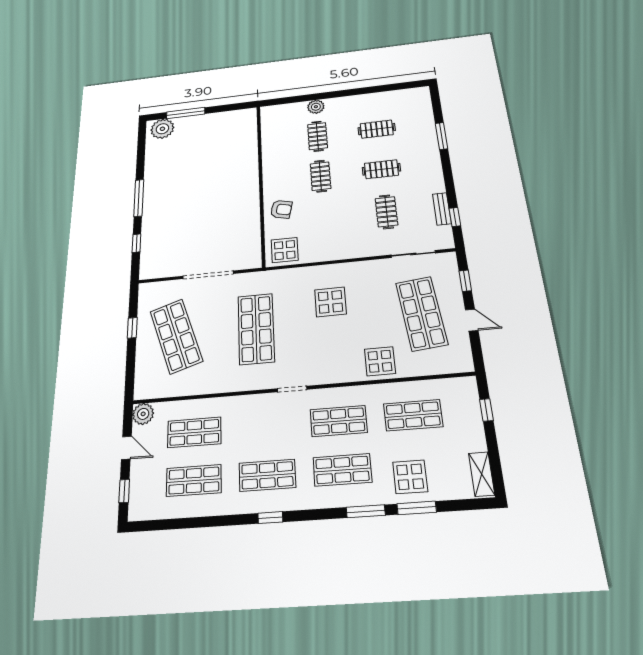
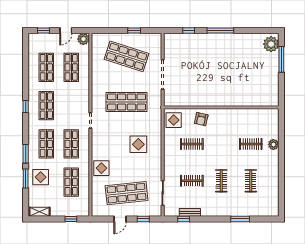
clothes rail: (321, 176) -> (192, 144), moved
shop shelf: (176, 336) -> (127, 56), turned 36

